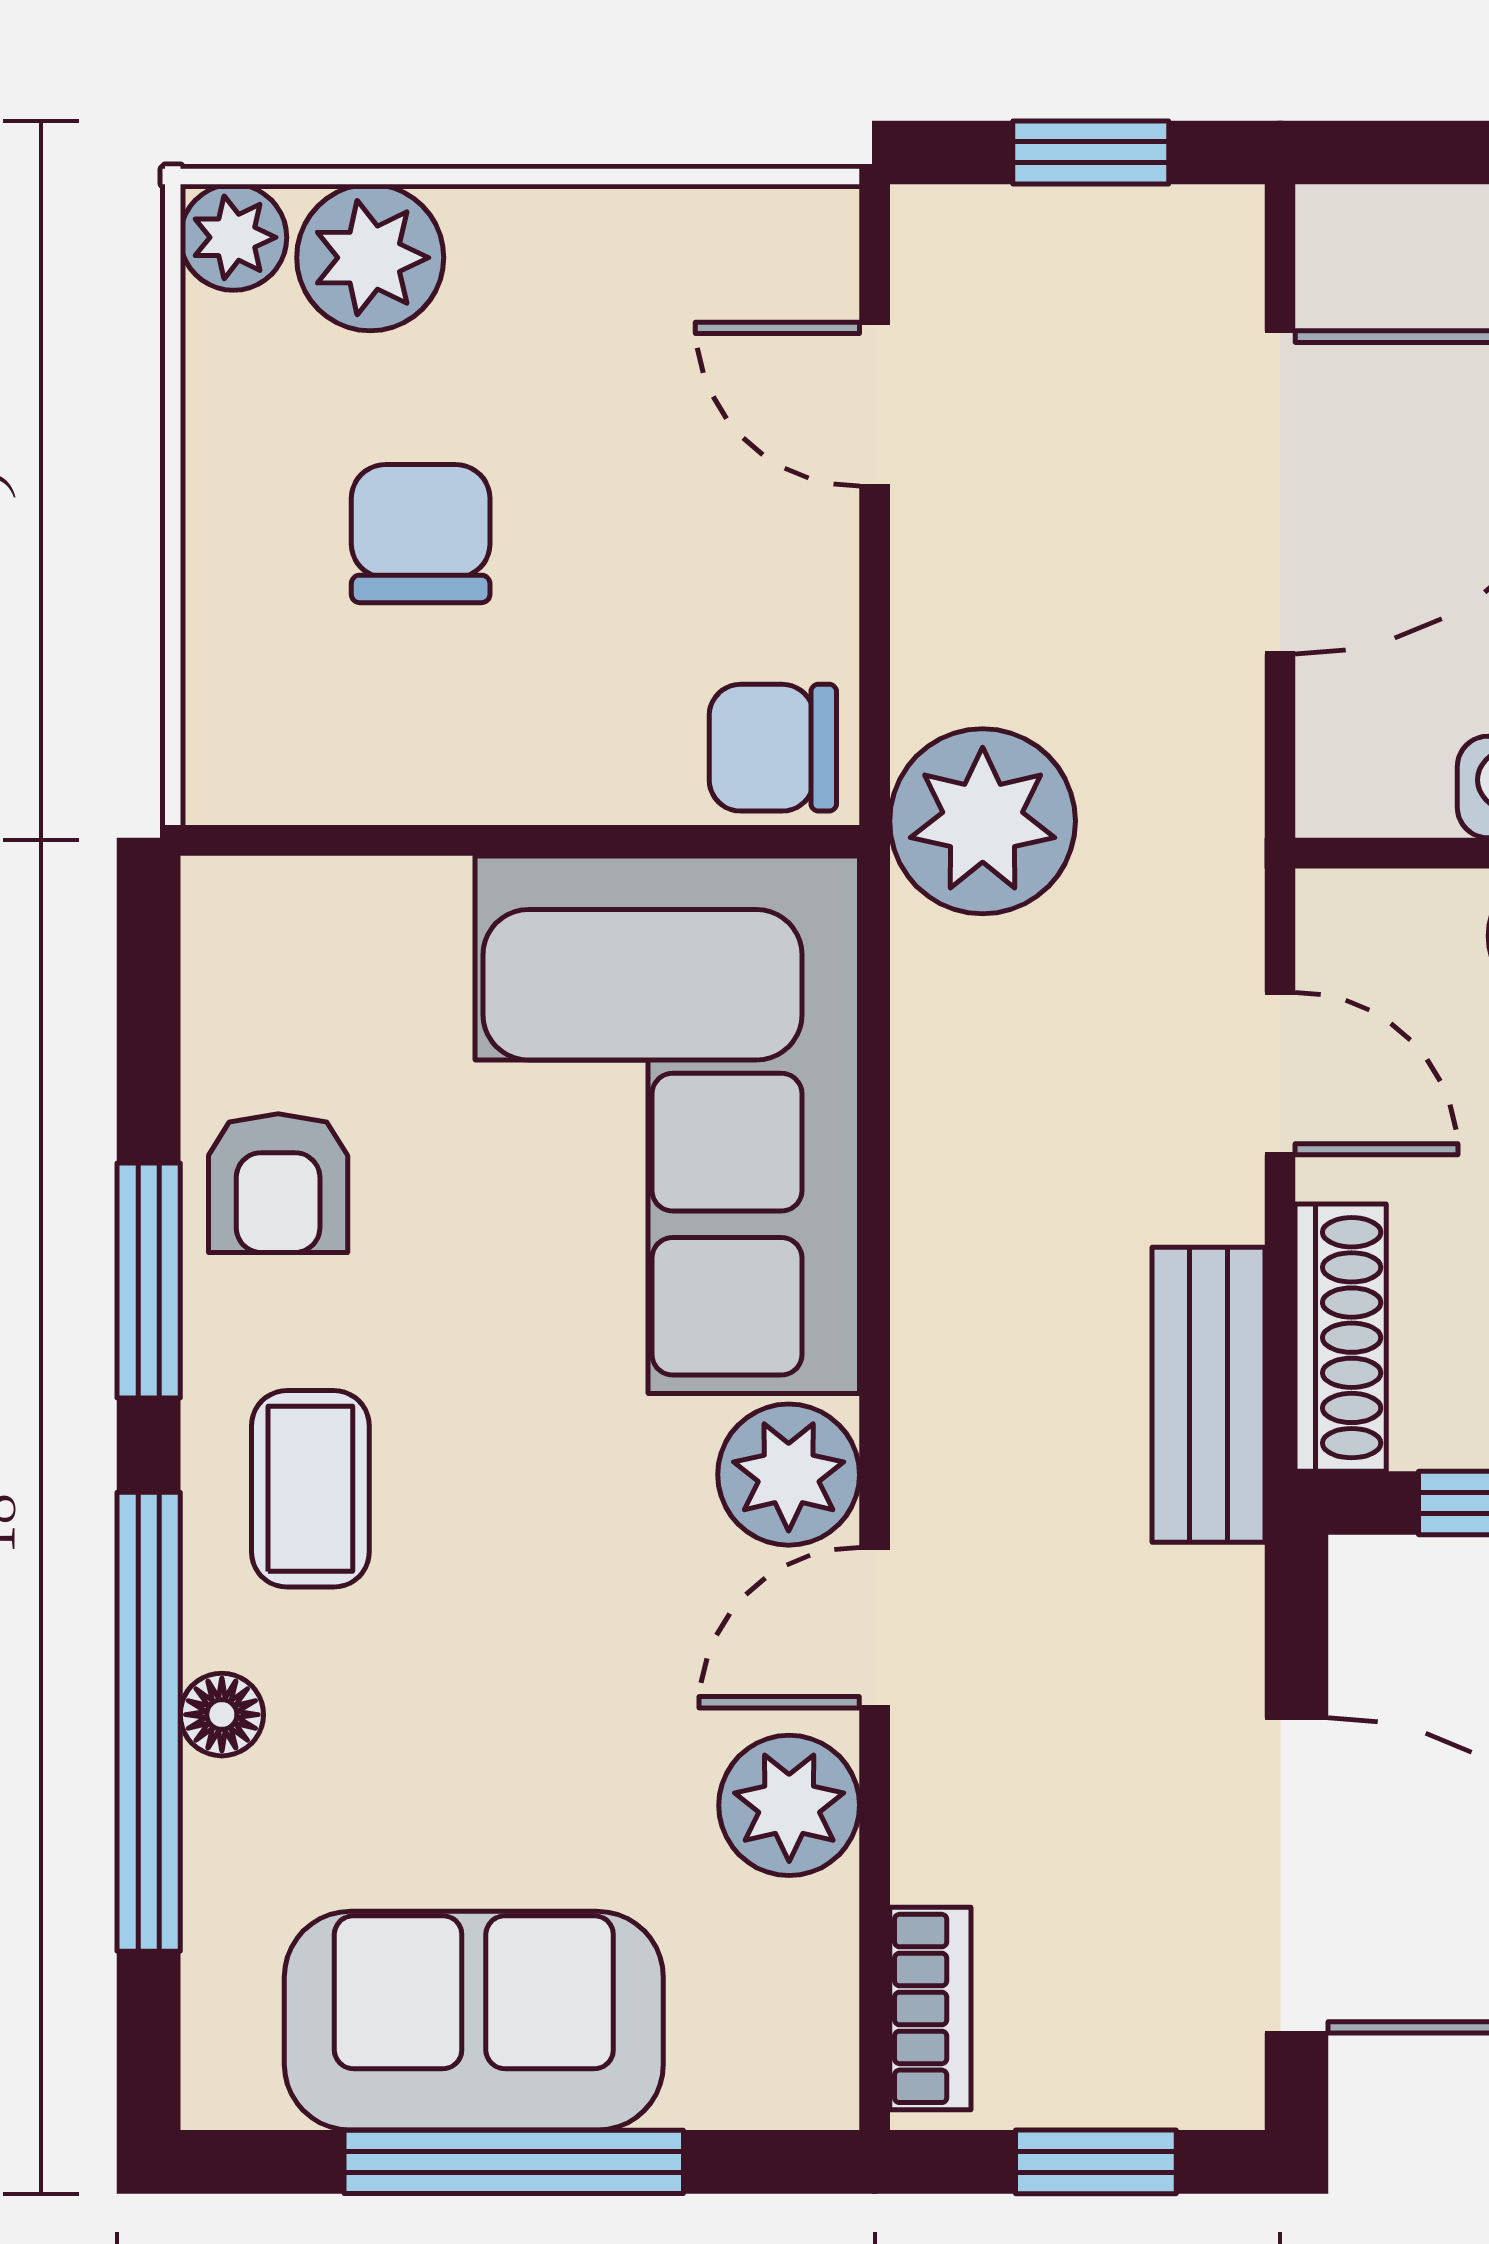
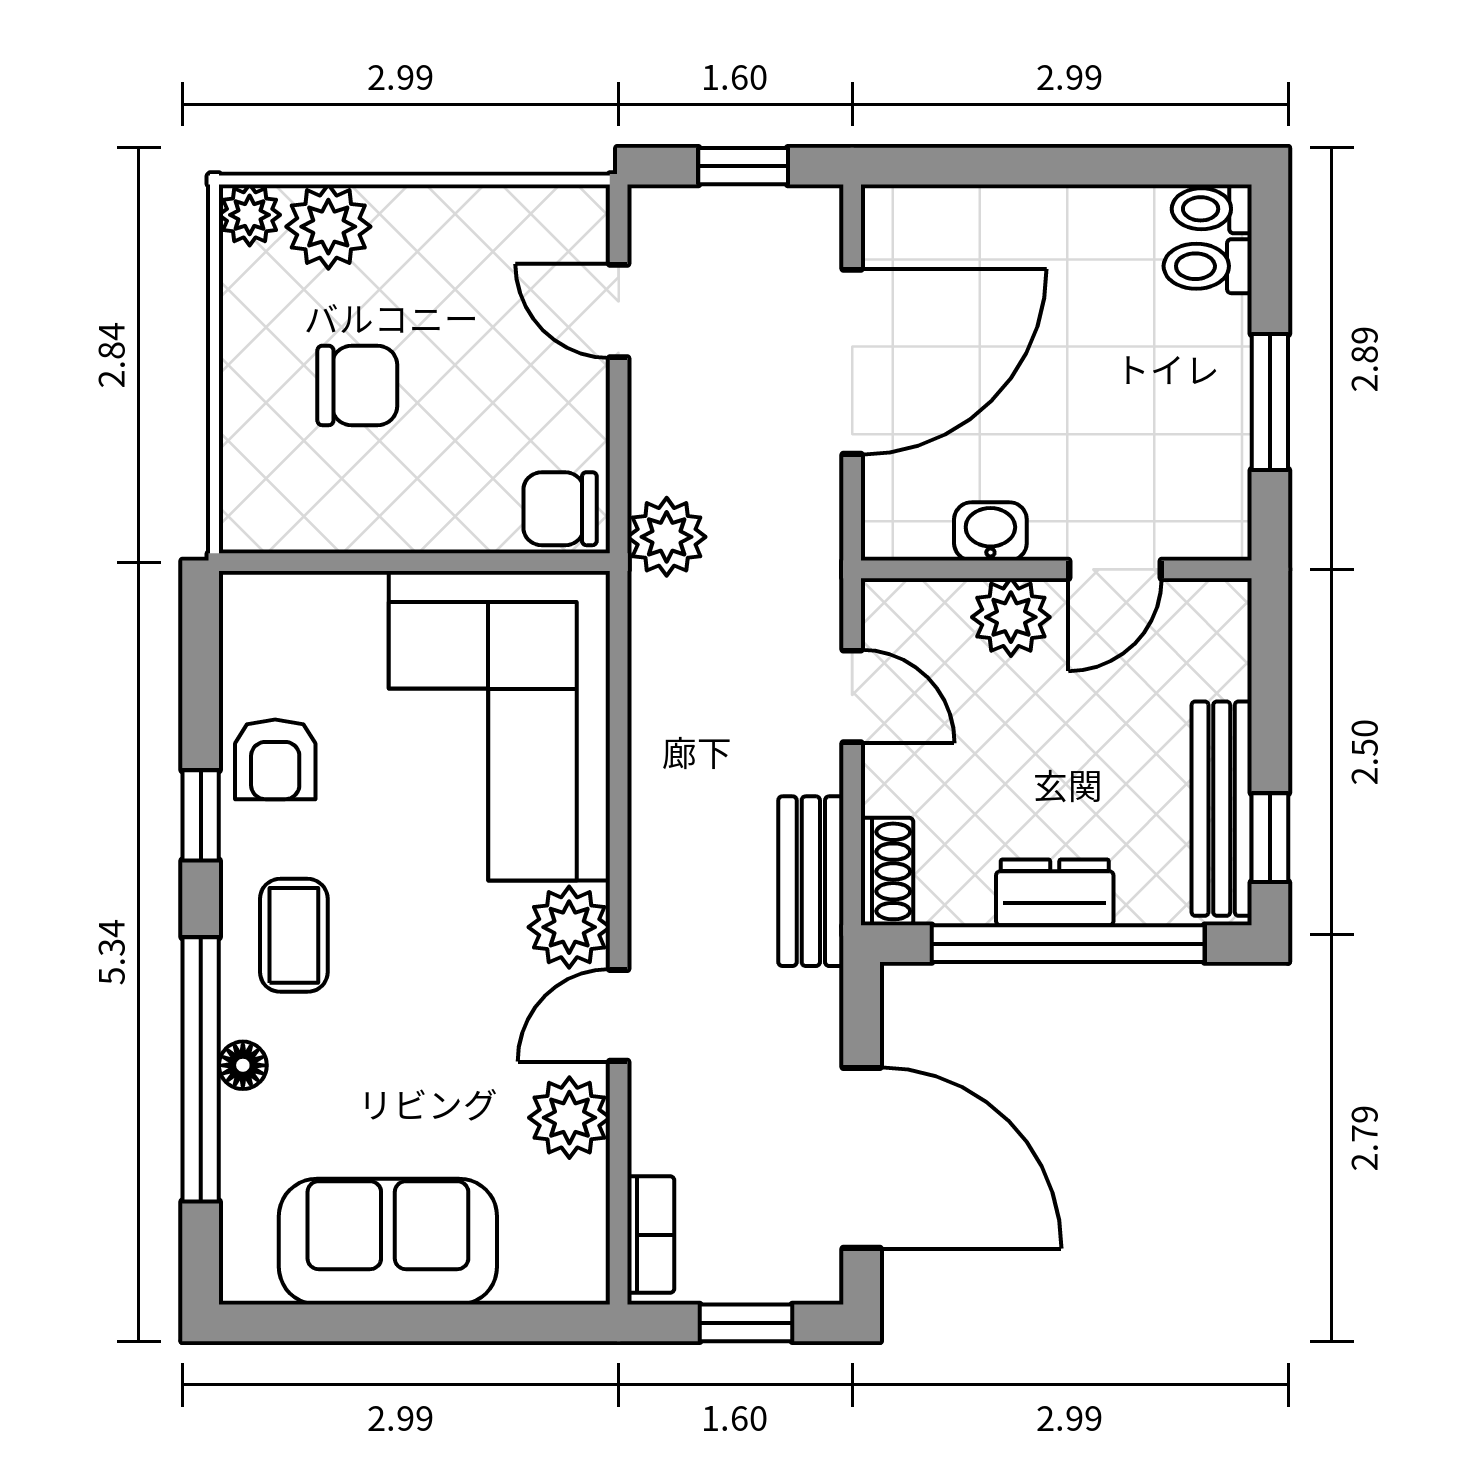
chair: (421, 534) -> (357, 385), turned 90
plant: (983, 821) -> (667, 537), width x0.73, depth x0.73
window: (149, 1280) -> (201, 815), width x0.67
shoe rack: (1341, 1338) -> (887, 871), width x0.70
window: (514, 2162) -> (411, 1323), removed

